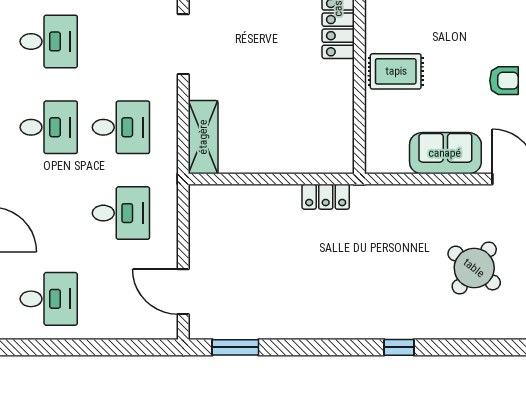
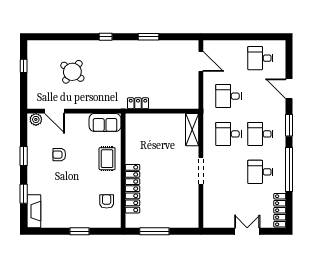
rug: (396, 71) -> (107, 159), turned 90
sofa: (445, 153) -> (105, 123), moved
window: (235, 347) -> (149, 37), moved

